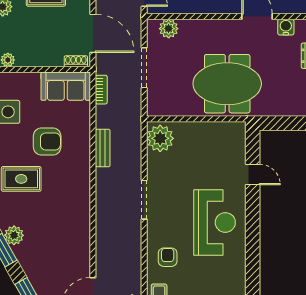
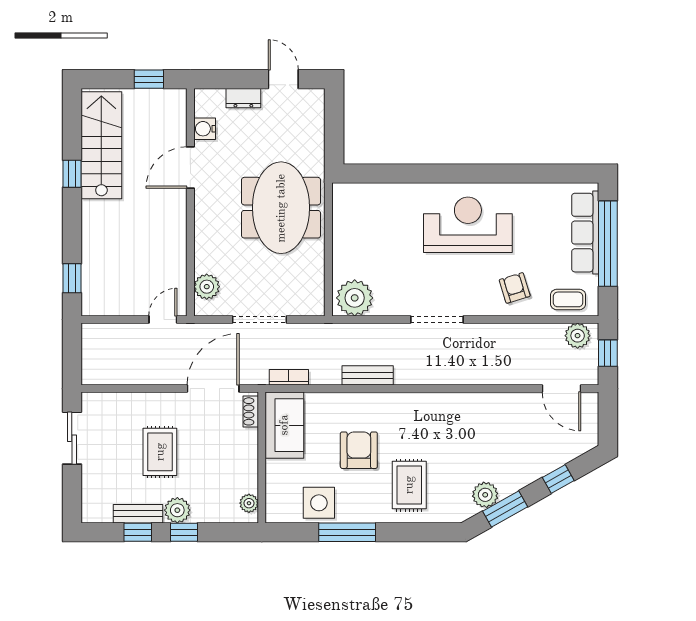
door: (253, 175) -> (403, 173), removed
armchair: (168, 257) -> (515, 288), turned 73

